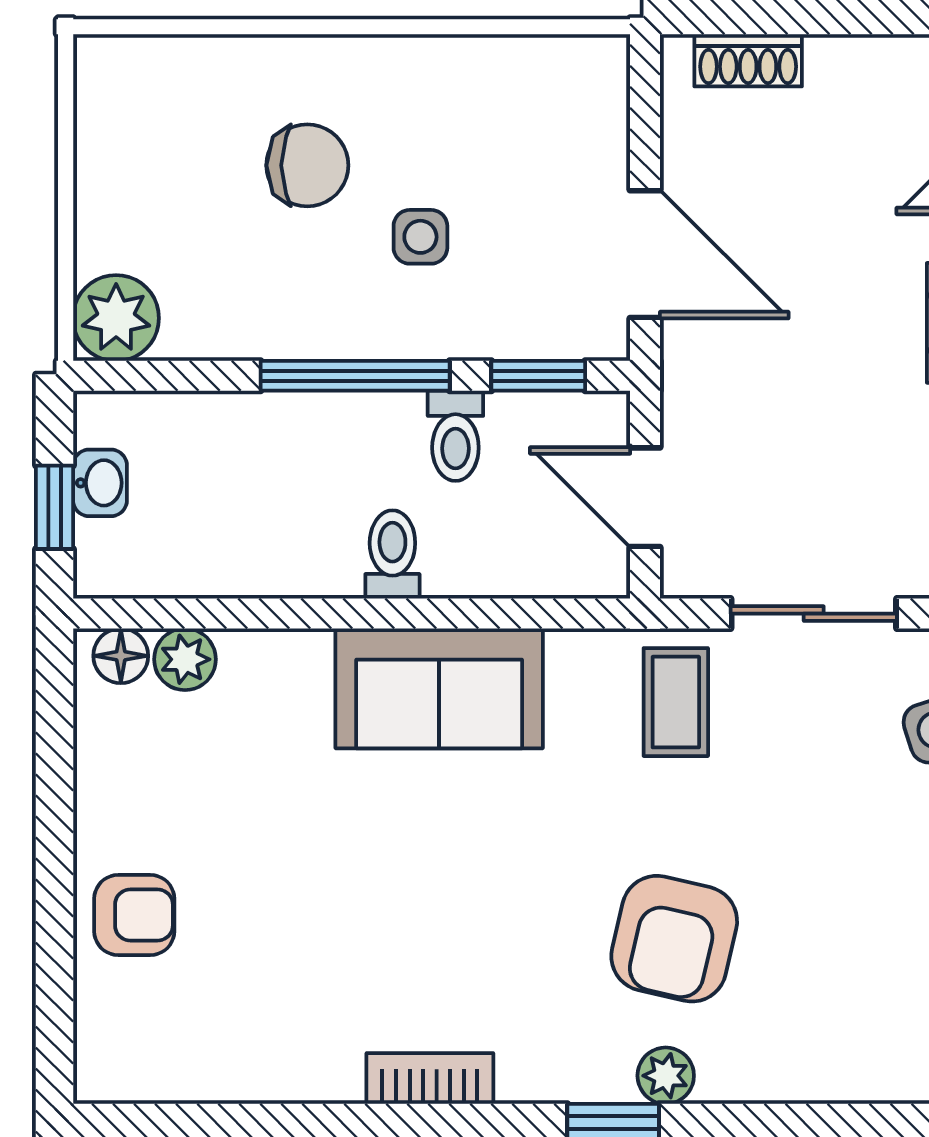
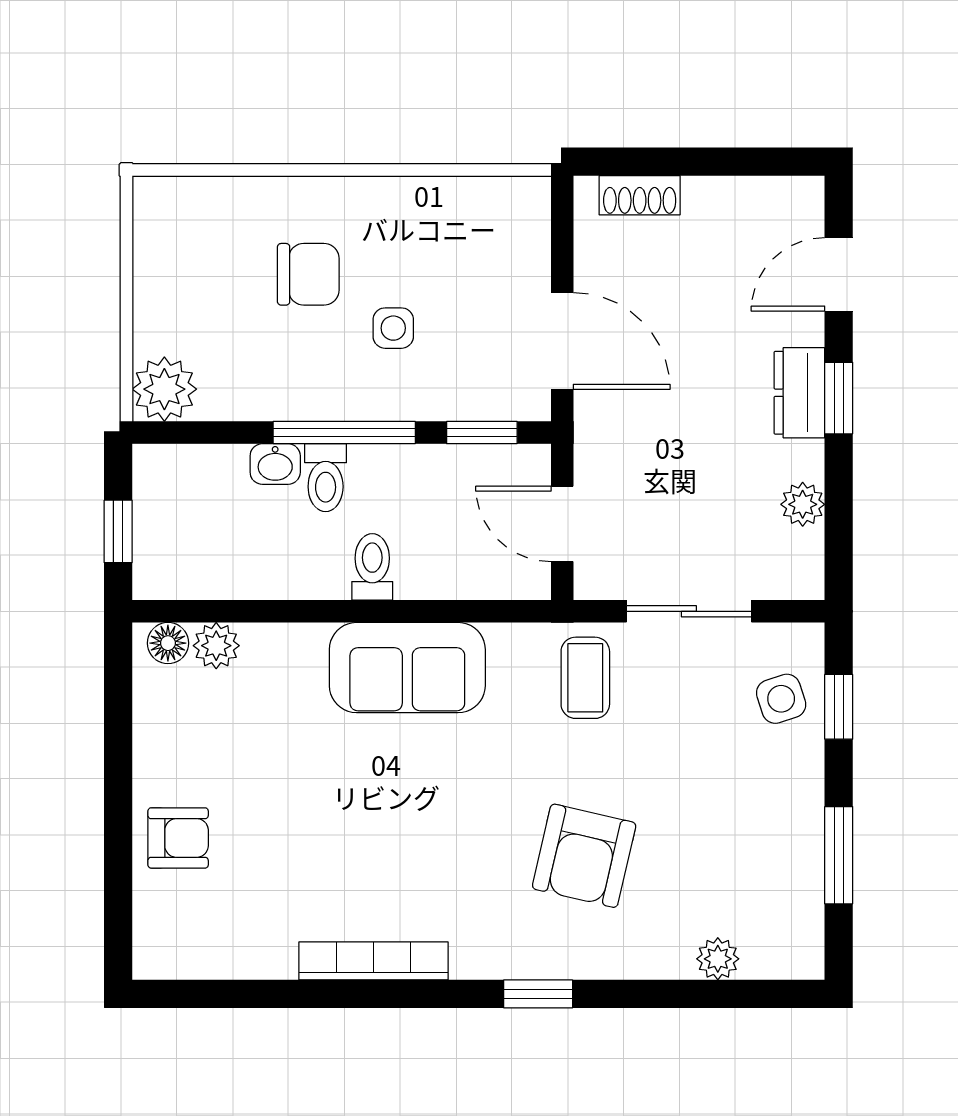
toilet: (455, 436) -> (326, 478), moved
washbasin: (100, 483) -> (275, 464), moved, turned 90
plant: (666, 1076) -> (718, 959), moved
bookcase: (430, 1078) -> (374, 961), width x1.56

